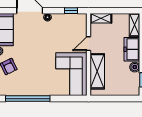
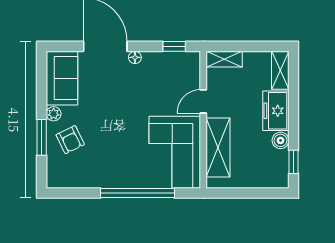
window: (28, 99) -> (137, 193), moved

